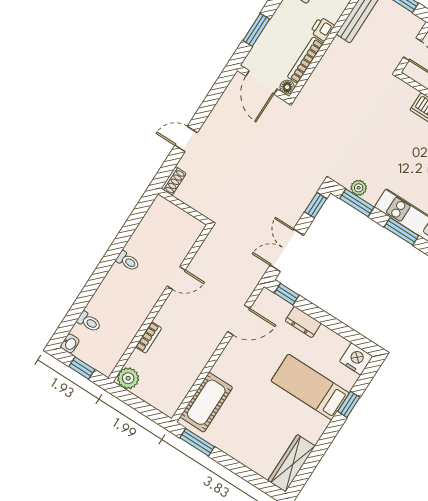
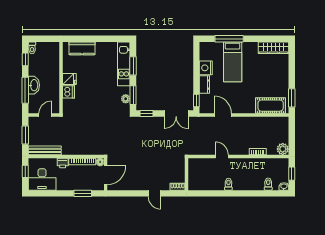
nightstand: (356, 359) -> (206, 68), moved
window: (349, 404) -> (229, 39), width x2.17

